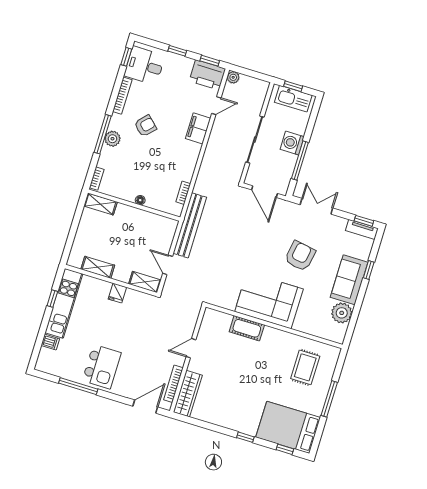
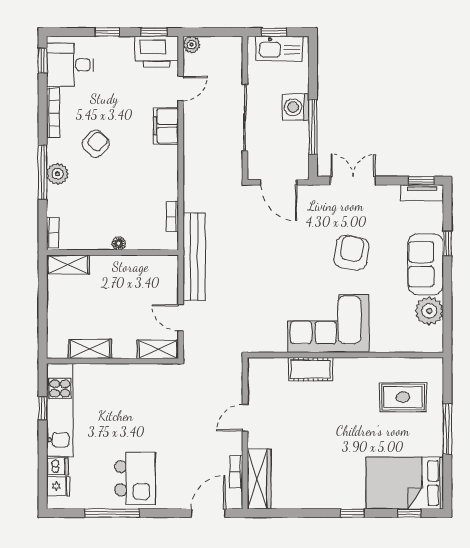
fridge: (117, 293) -> (58, 486), moved, turned -90
rug: (305, 367) -> (403, 397), turned 90
bookcase: (173, 384) -> (236, 472), width x0.64

